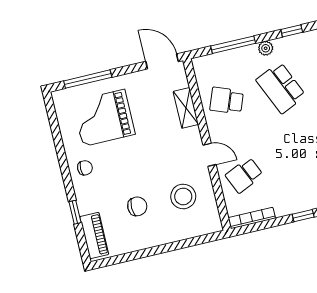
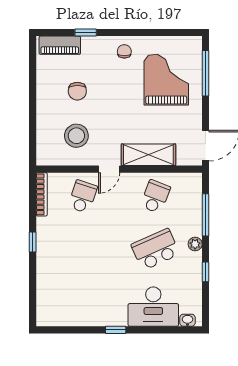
shelving: (186, 108) -> (148, 155), width x1.50, depth x1.33
chair: (85, 168) -> (124, 51), turned 180
school desk: (244, 175) -> (83, 197), turned 42

